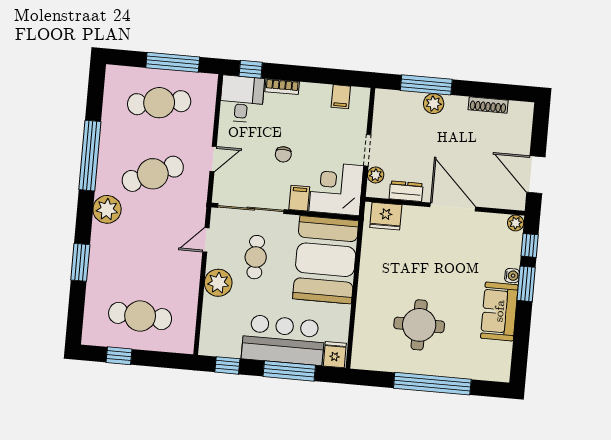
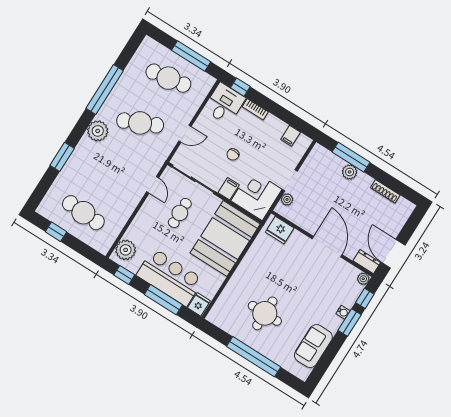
dresser: (406, 191) -> (367, 262), moved
door: (206, 240) -> (153, 185), swing flipped
plant: (218, 283) -> (126, 250), moved
sofa: (499, 311) -> (313, 346), moved

